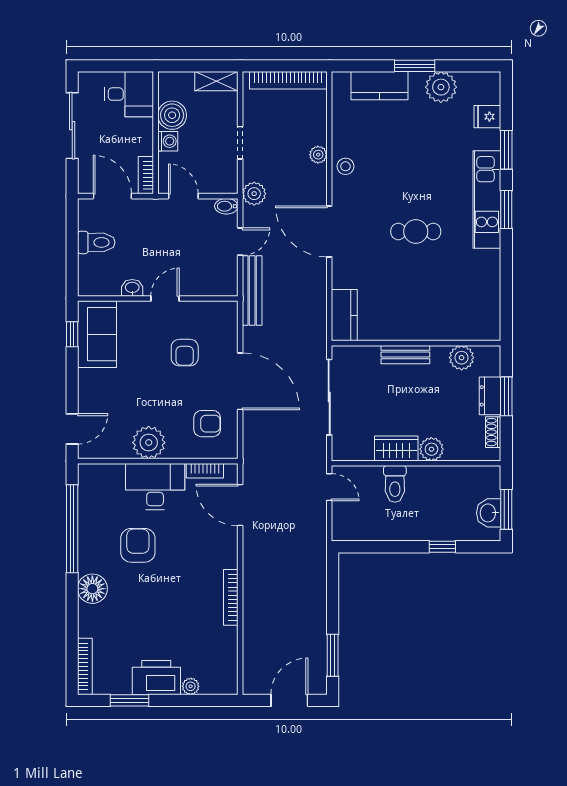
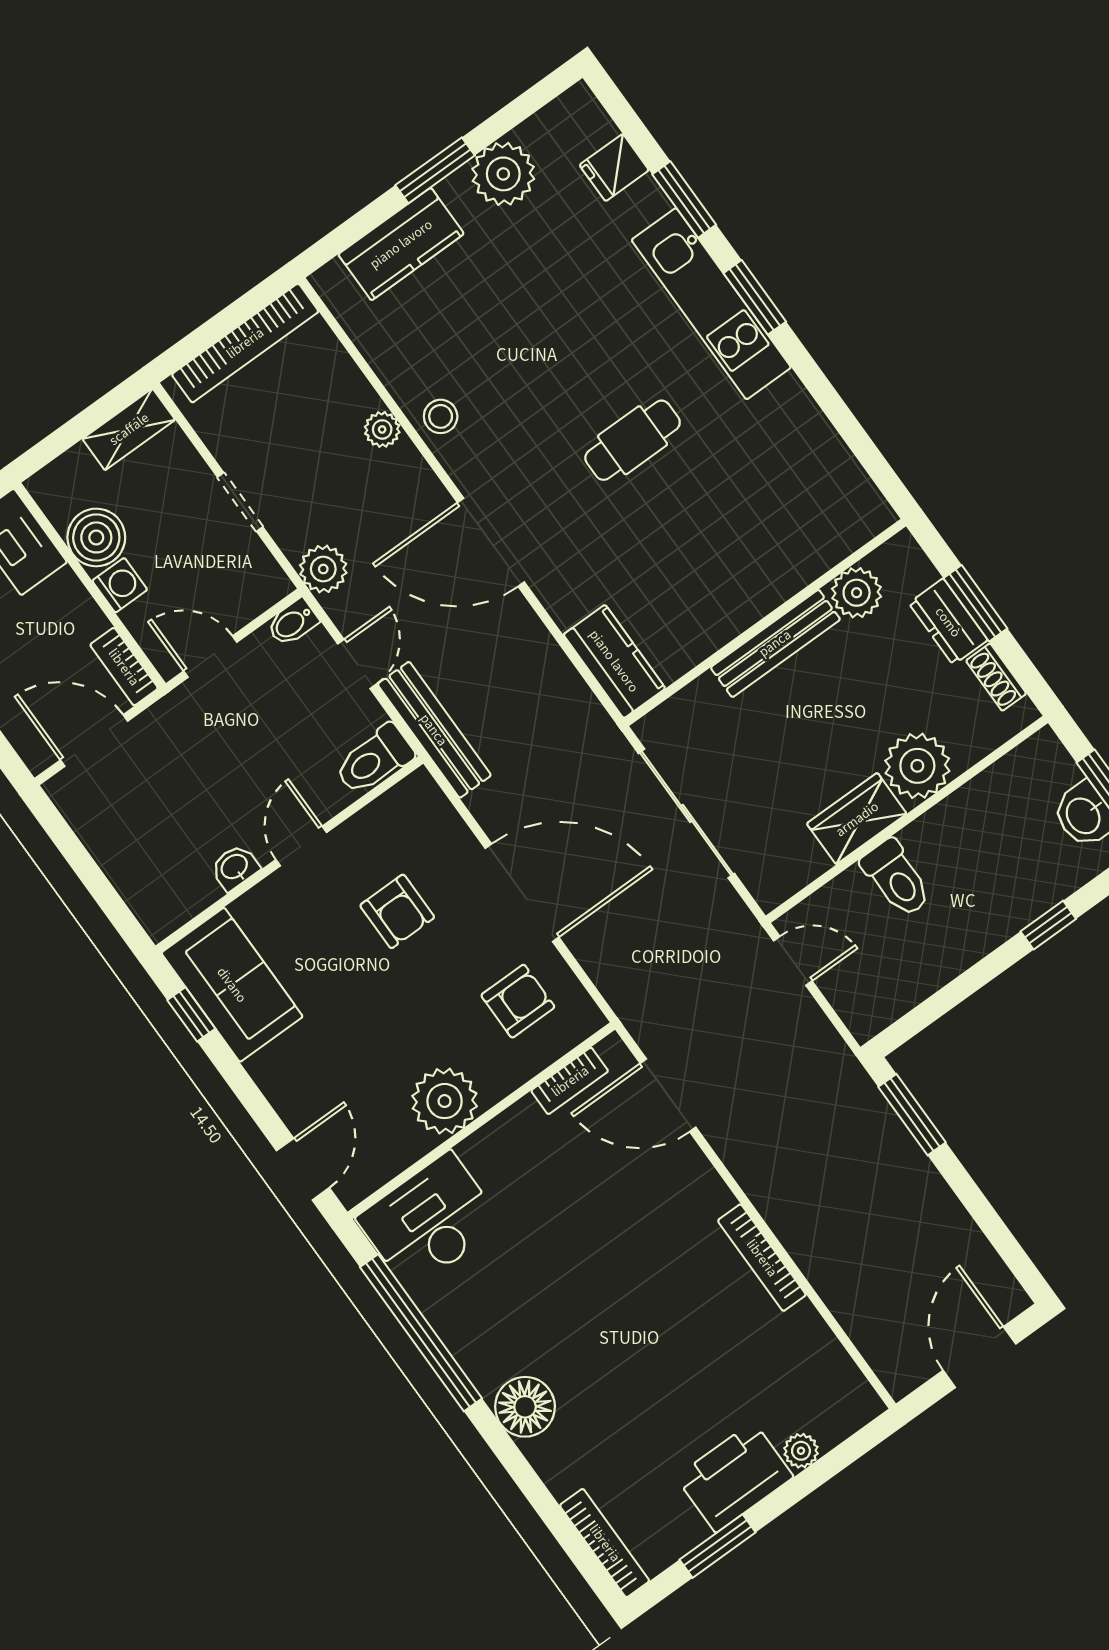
toilet: (96, 242) -> (374, 760), moved, turned 180
bench: (405, 355) -> (775, 643), width x1.36
plant: (431, 449) -> (917, 766), width x1.36, depth x1.36
desk: (155, 486) -> (430, 1221), moved
armchair: (138, 545) -> (548, 1282), removed
window: (333, 655) -> (912, 1115), moved

